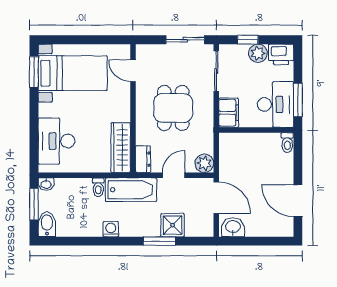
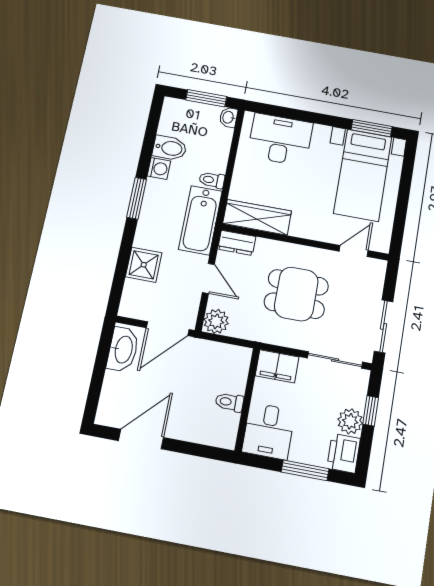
window: (298, 100) -> (305, 470), moved
desk: (276, 104) -> (269, 431), width x0.73
toilet: (287, 143) -> (229, 402), moved
bidet: (47, 224) -> (170, 148), moved
washbasin: (233, 227) -> (123, 349), width x1.38
washing machine: (111, 229) -> (159, 169), moved
window: (160, 241) -> (137, 198), moved

